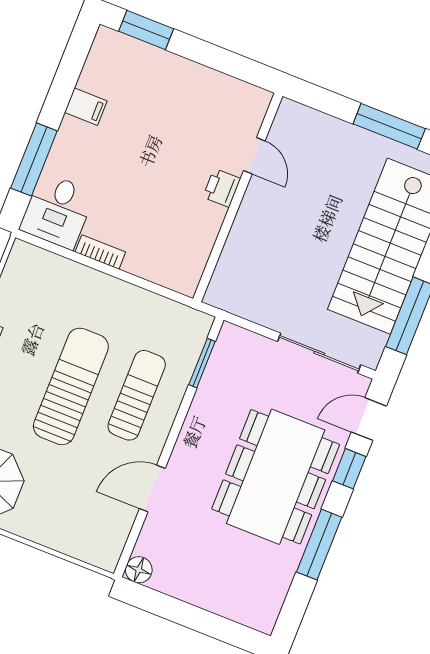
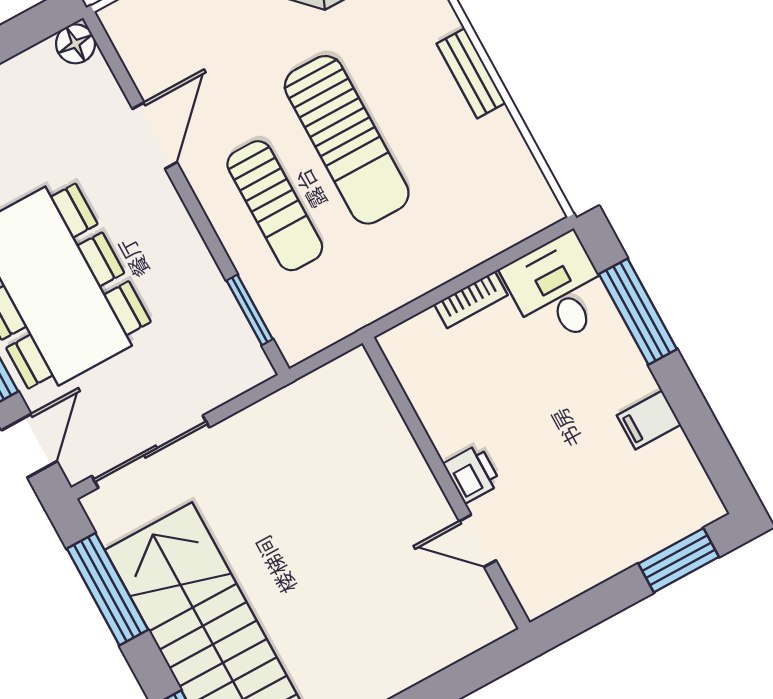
door: (254, 156) -> (478, 541), moved
printer: (222, 188) -> (472, 474), moved
wall: (238, 197) -> (446, 483), moved

